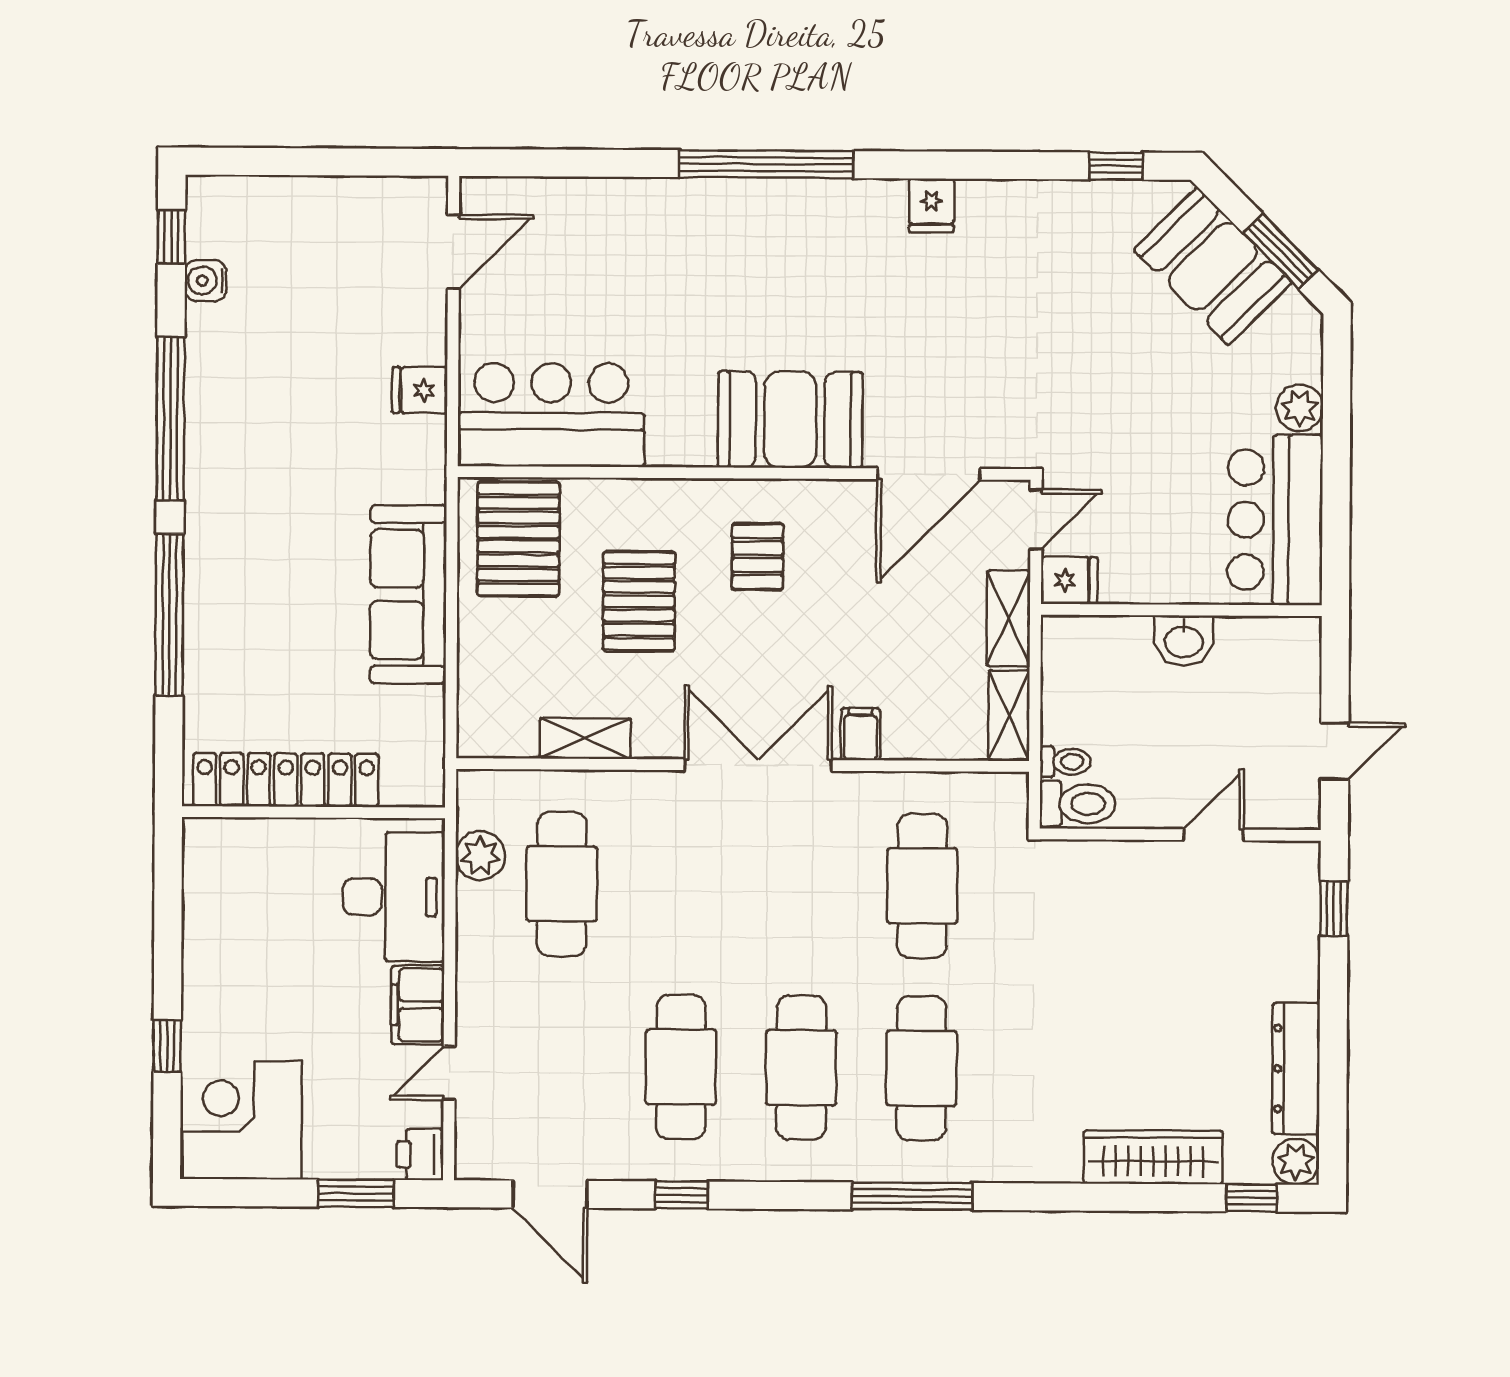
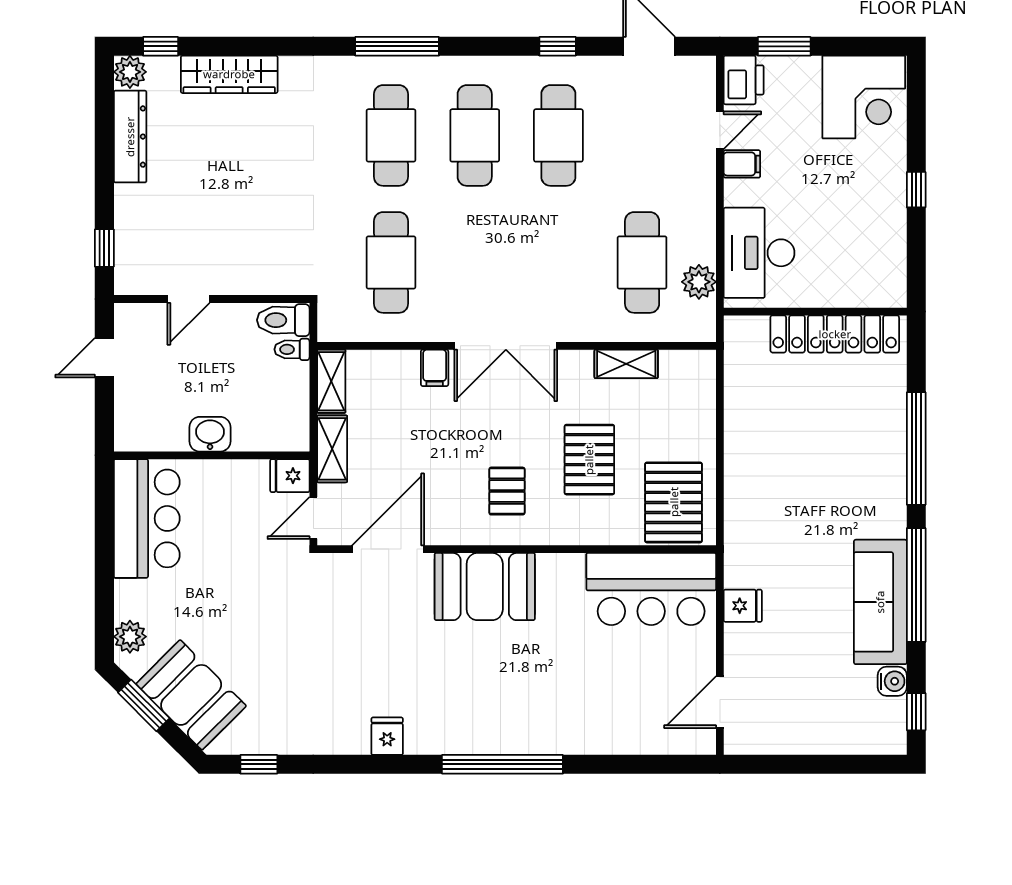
plant: (1300, 408) -> (130, 637), moved
sofa: (408, 594) -> (880, 602), moved, turned 180
filing cabinet: (418, 1005) -> (742, 164), width x0.50
window: (167, 1046) -> (916, 190), moved
printer: (420, 1155) -> (744, 80), width x1.36, depth x1.24

